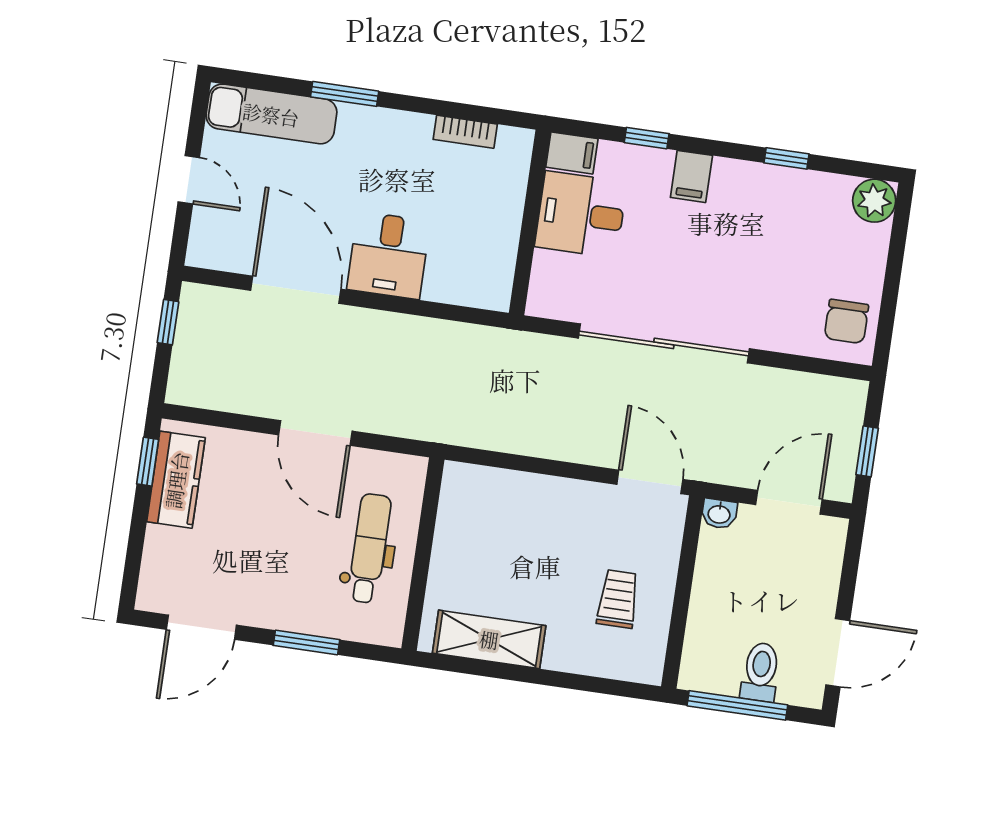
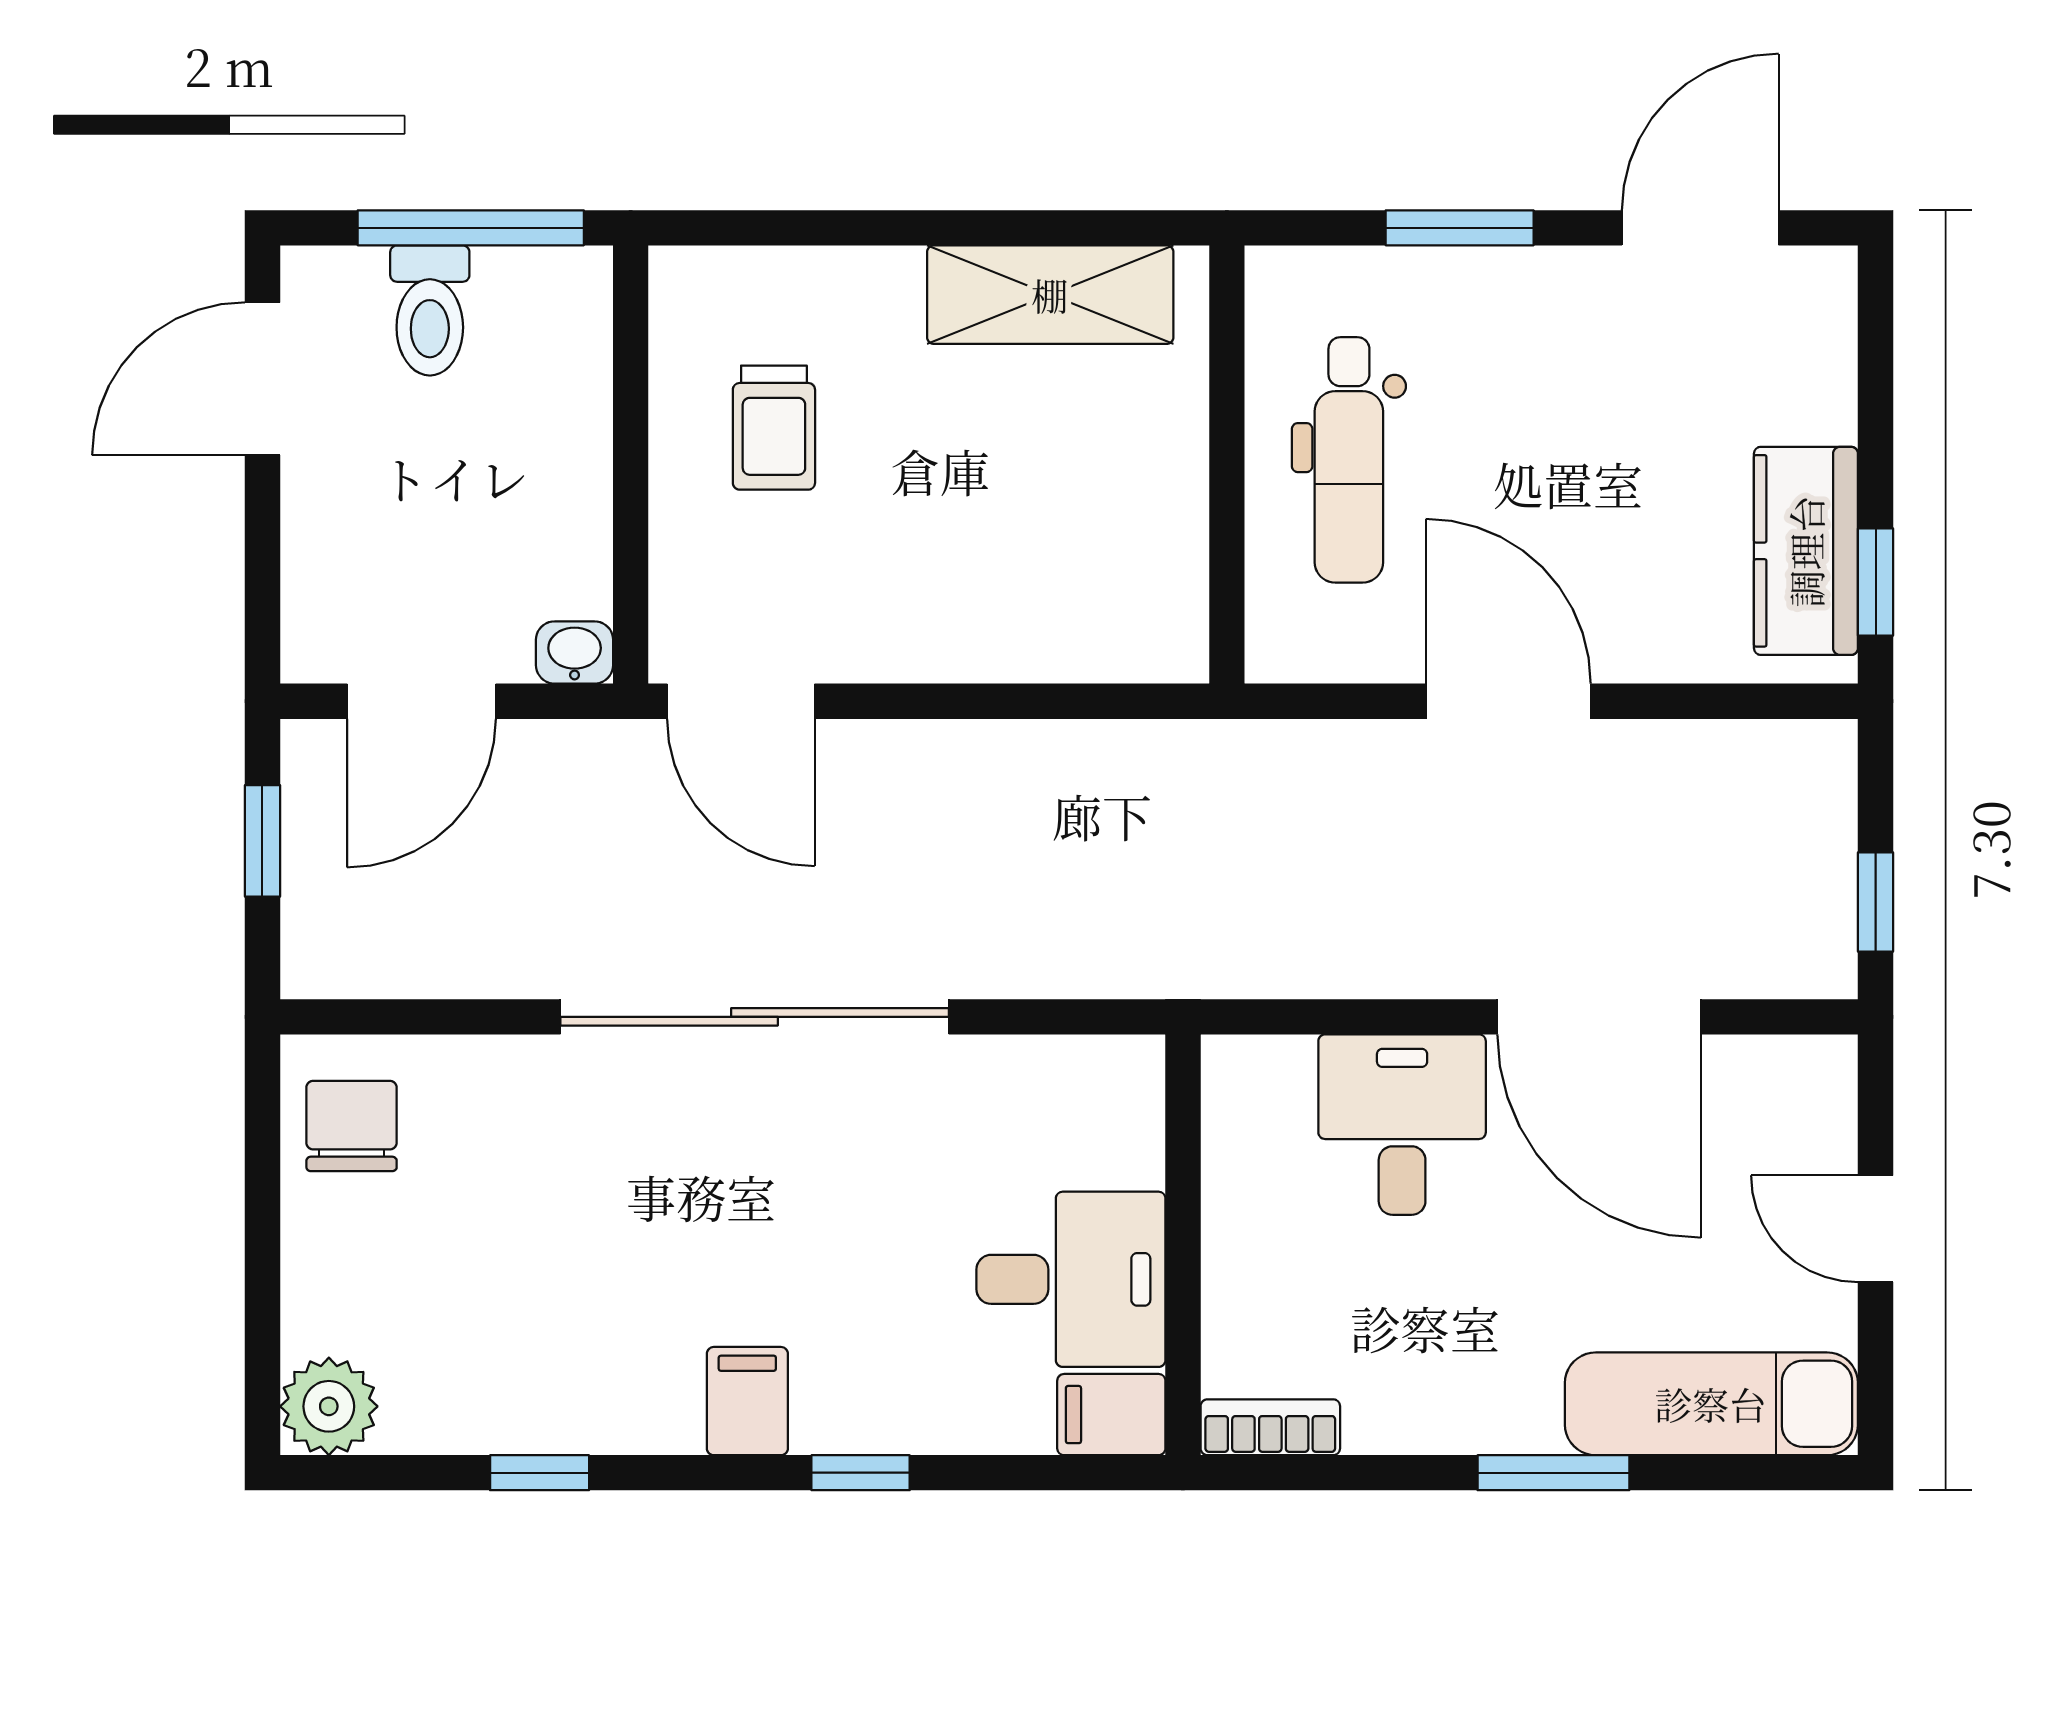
filing cabinet: (572, 153) -> (1111, 1415), moved
desk: (581, 214) -> (1071, 1279), moved
wall: (530, 222) -> (1183, 1245), moved

